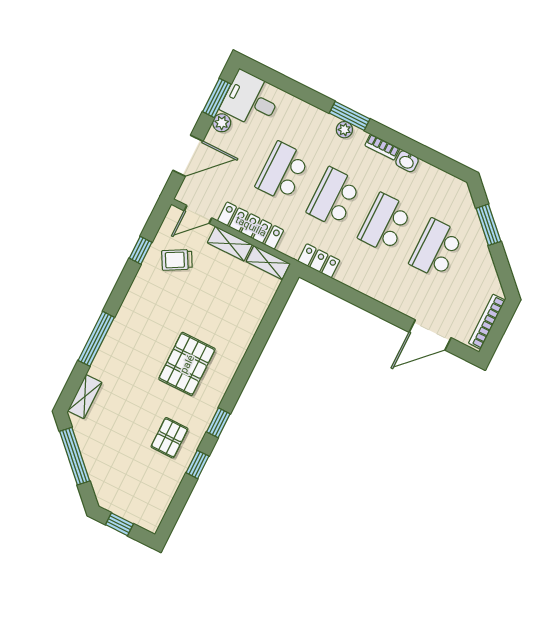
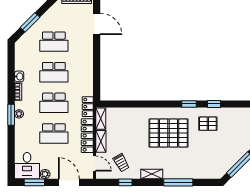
locker: (319, 261) -> (88, 107), moved
pallet: (187, 364) -> (168, 133), width x1.37, depth x1.41
shelving: (85, 397) -> (152, 174), moved

